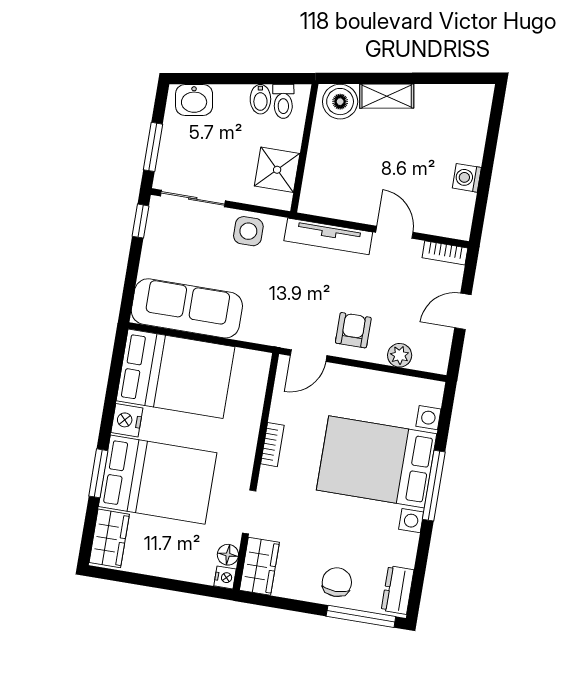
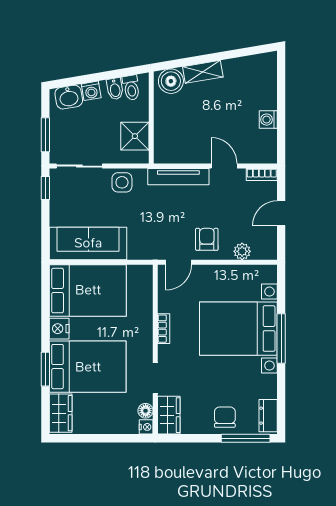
washing machine: (227, 96) -> (91, 91), added

